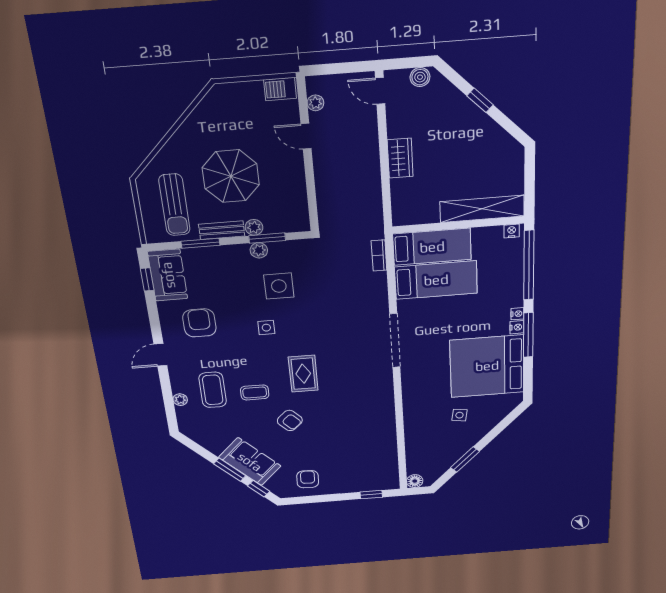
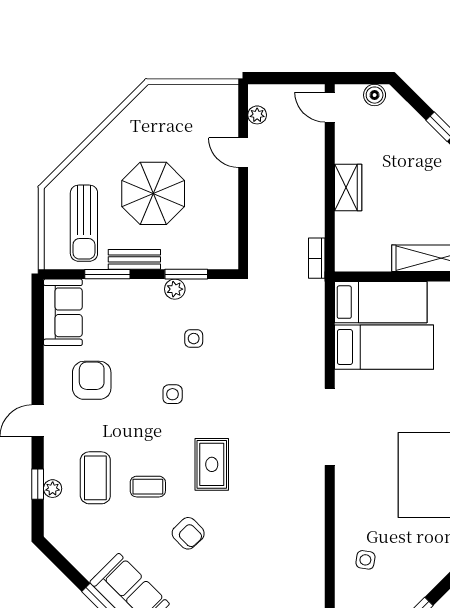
barbecue: (280, 89) -> (220, 96), removed
plant: (254, 227) -> (172, 259), removed
bookcase: (379, 255) -> (317, 258), moved
window: (147, 279) -> (38, 484), moved
side table: (279, 286) -> (194, 339), width x0.54, depth x0.54
side table: (459, 415) -> (365, 560), moved

